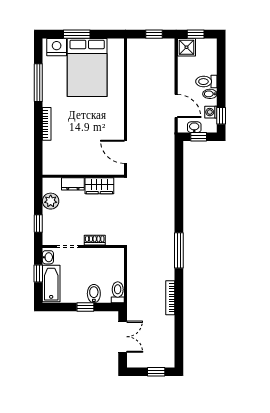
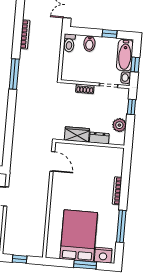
window: (85, 307) -> (109, 34), moved

